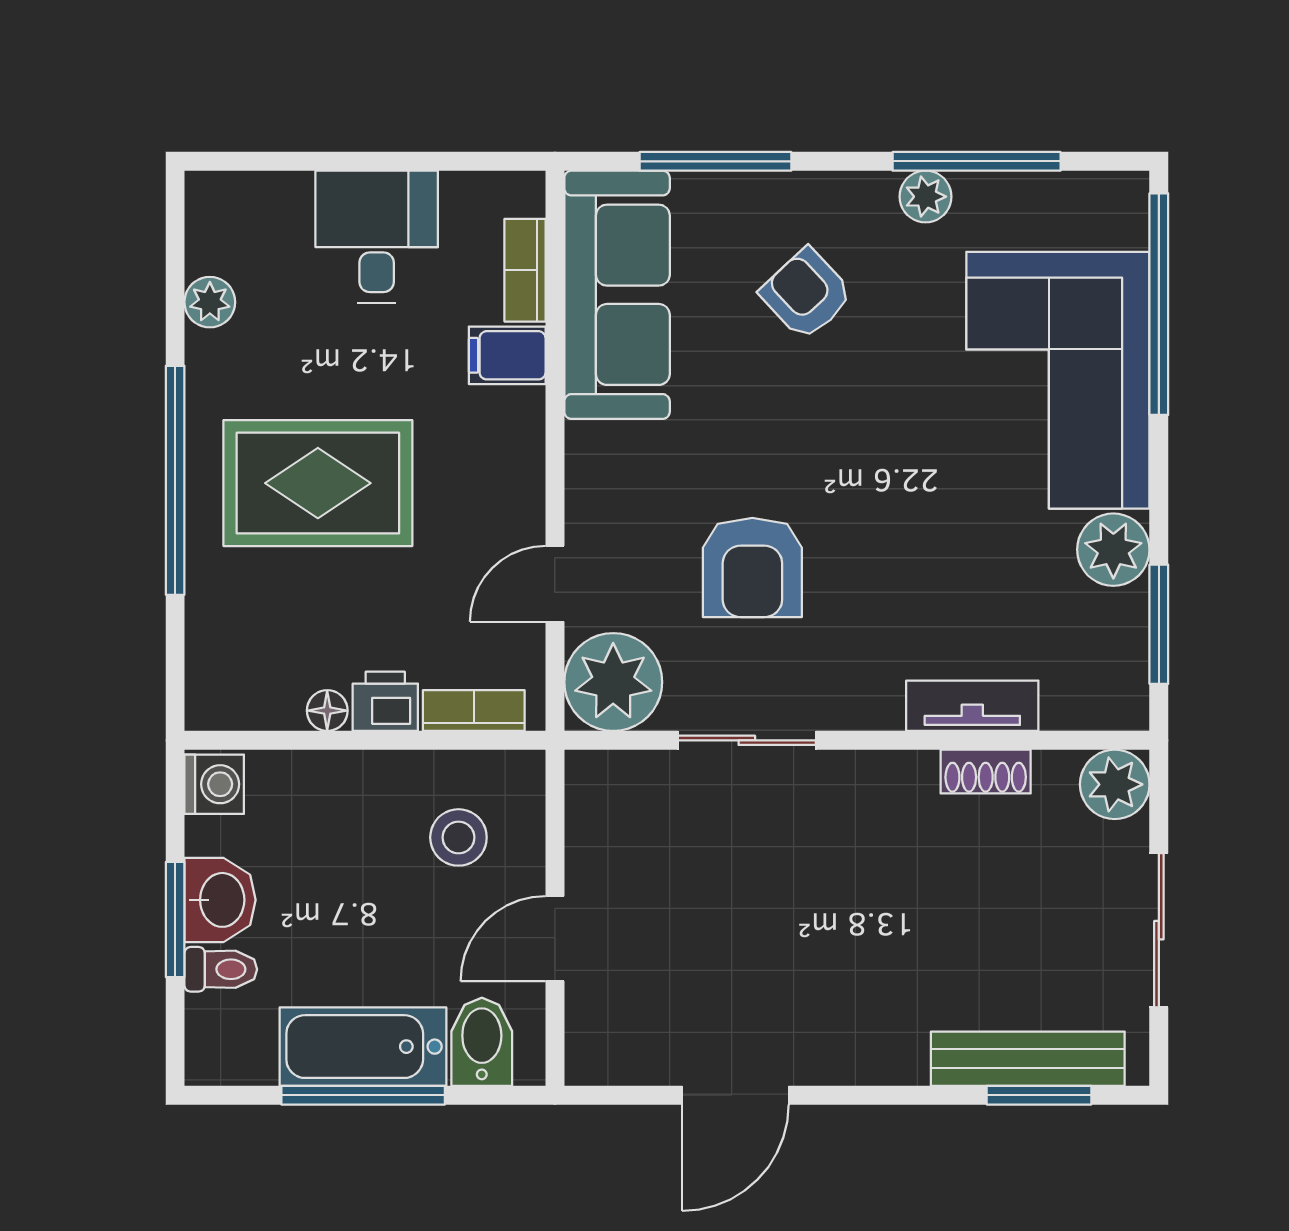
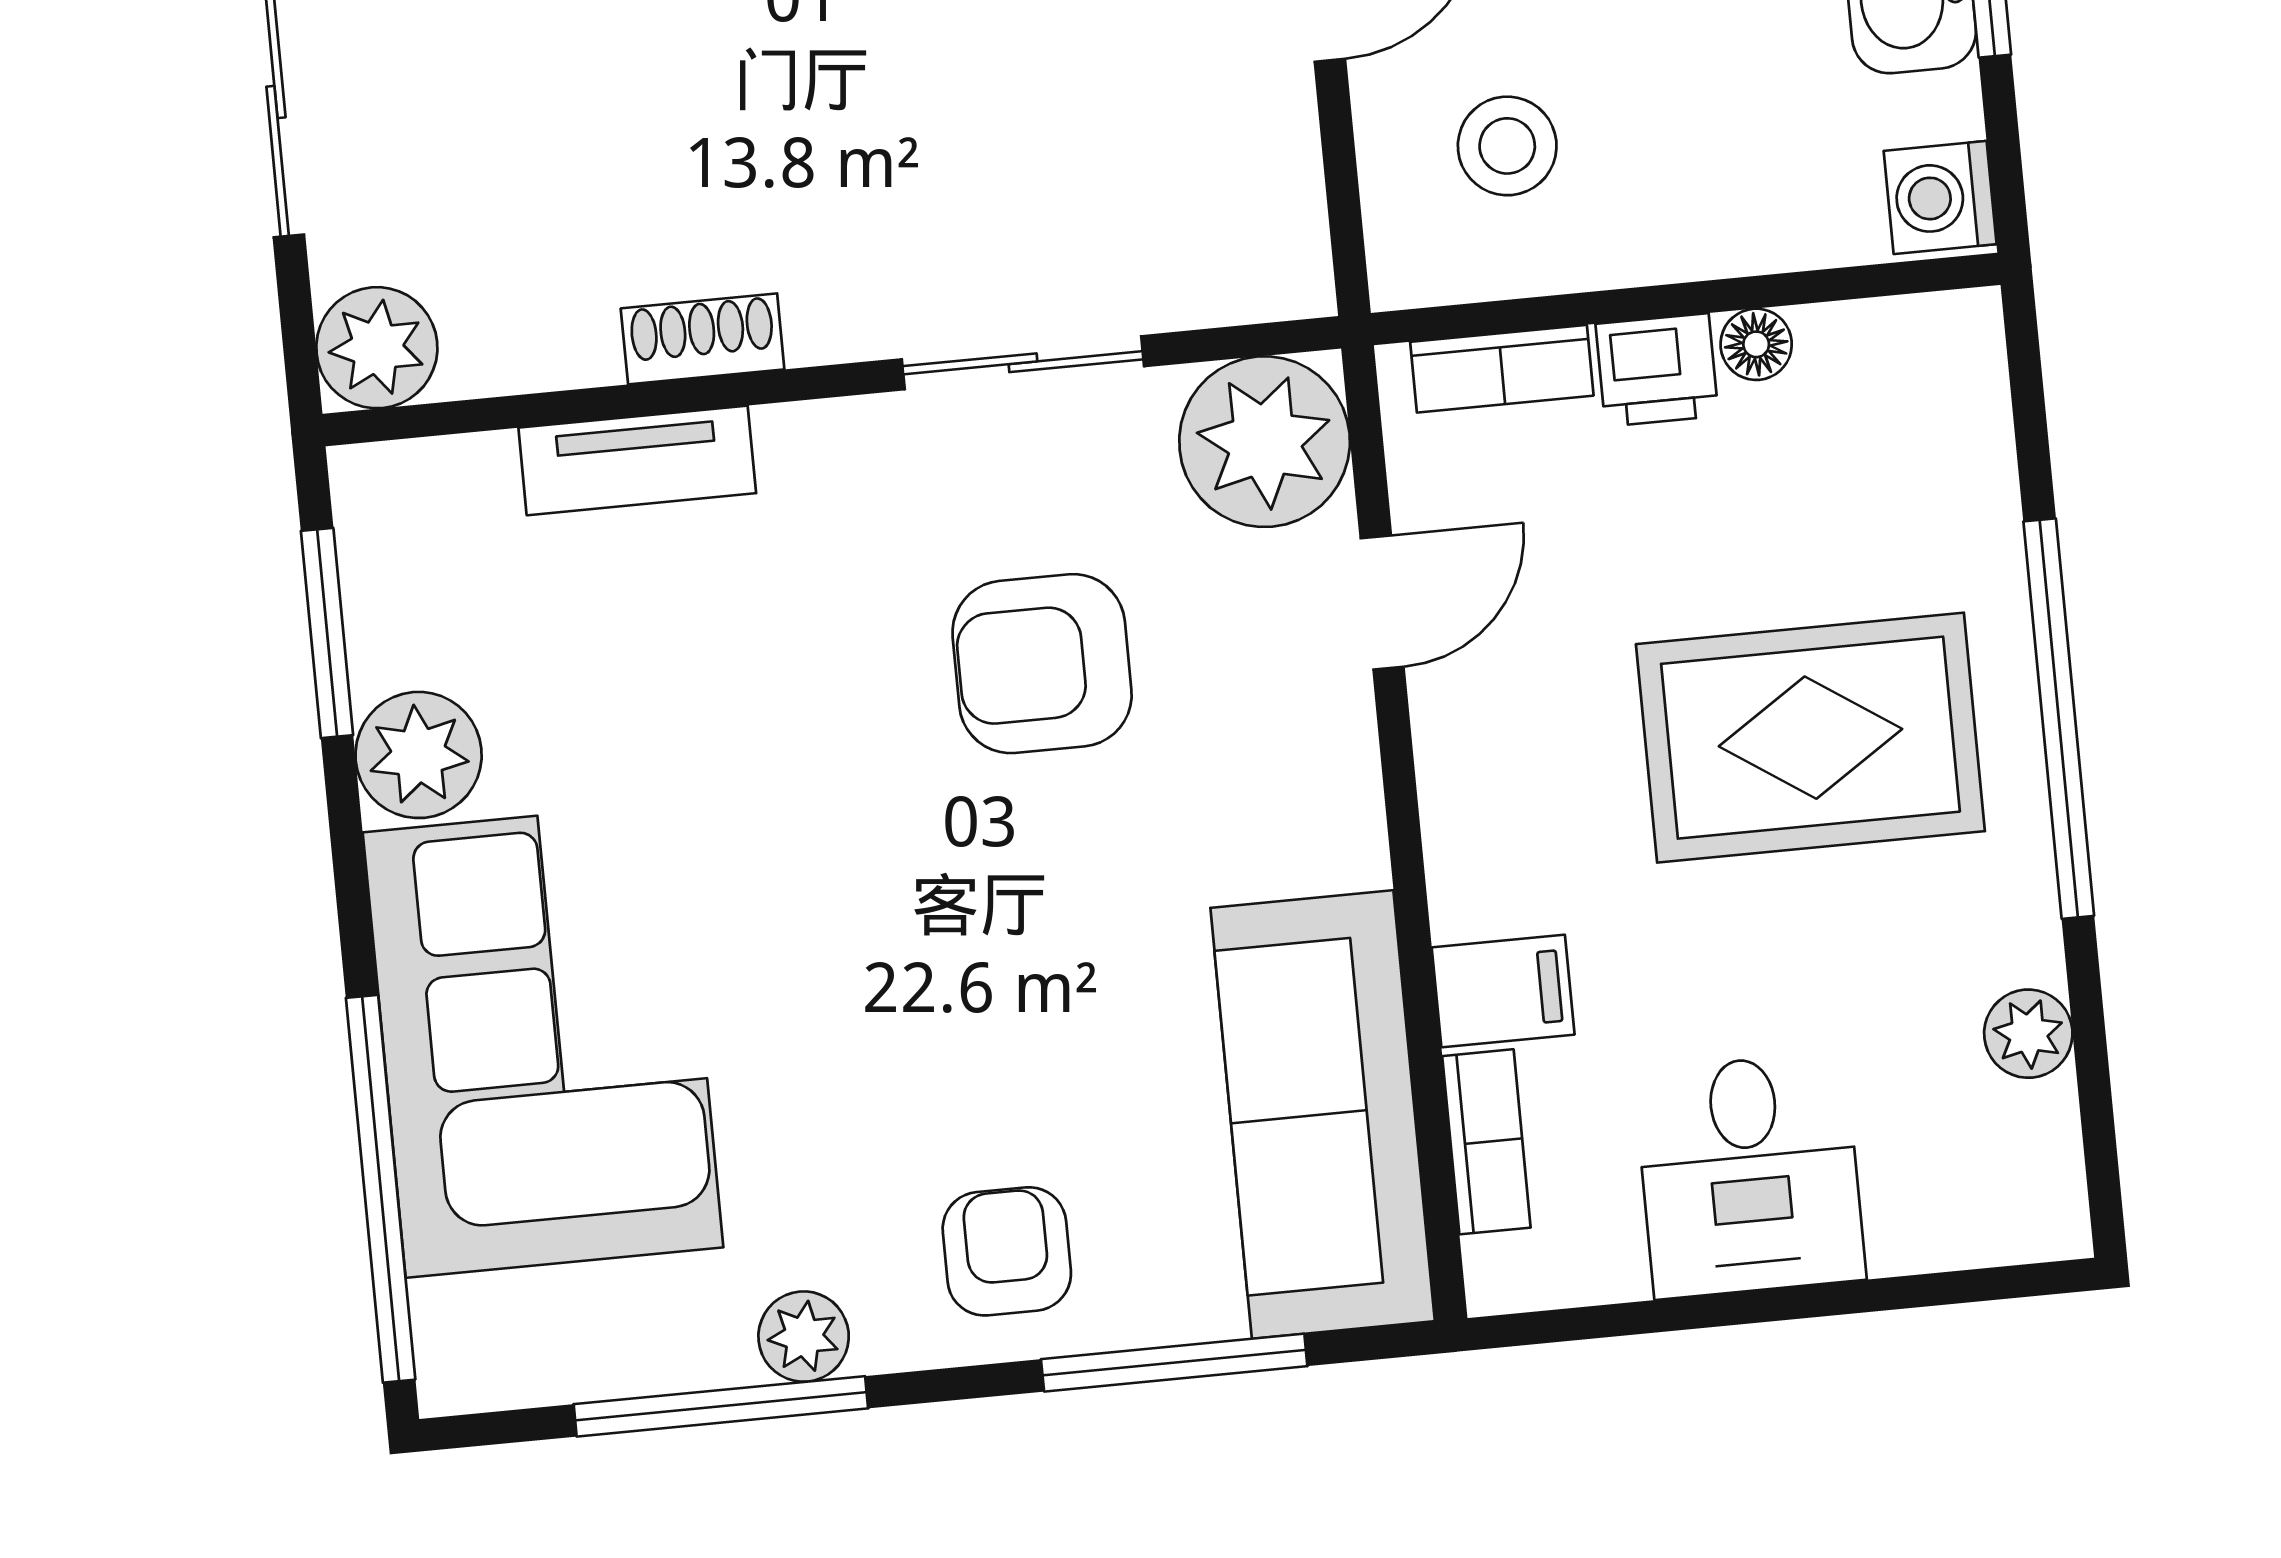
armchair: (806, 294) -> (1007, 1251), moved, turned -137
armchair: (752, 568) -> (1042, 664), turned -90
shoe rack: (986, 772) -> (703, 339), moved

